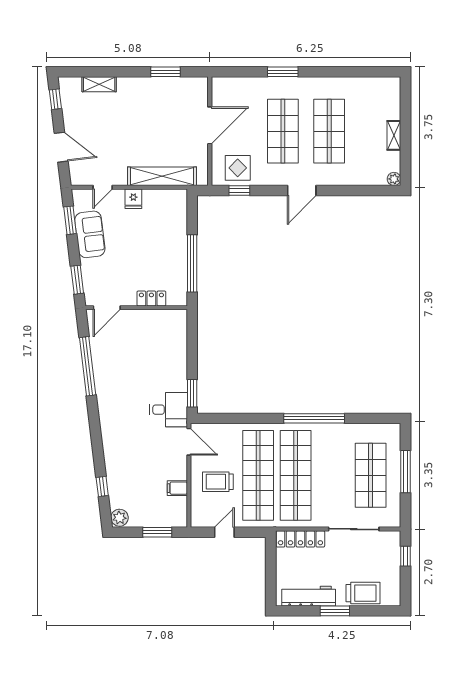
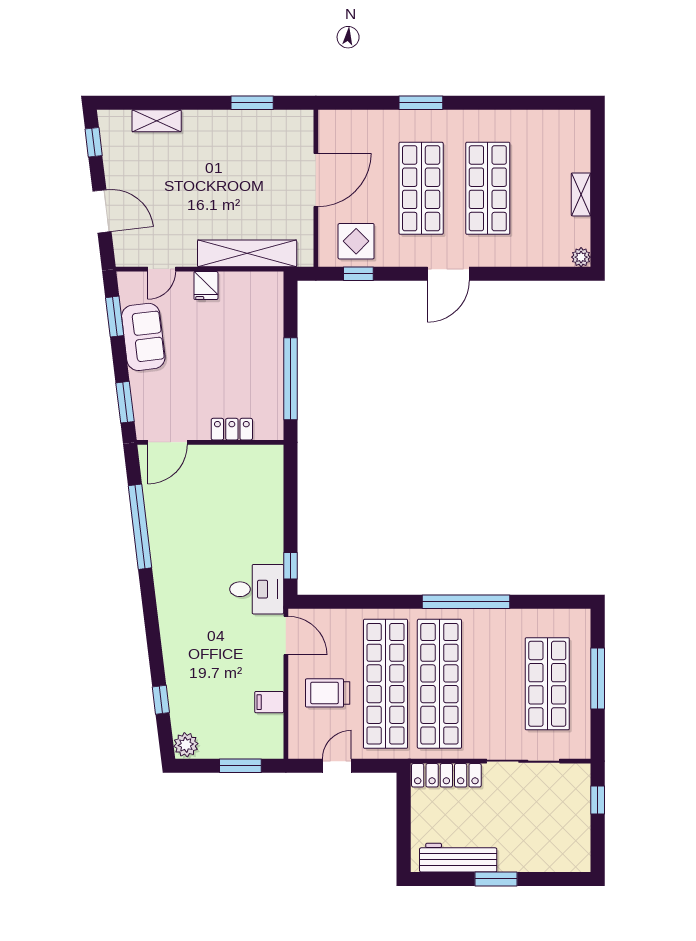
window: (192, 393) -> (290, 566), width x0.67
trolley: (363, 593) -> (537, 853), removed

